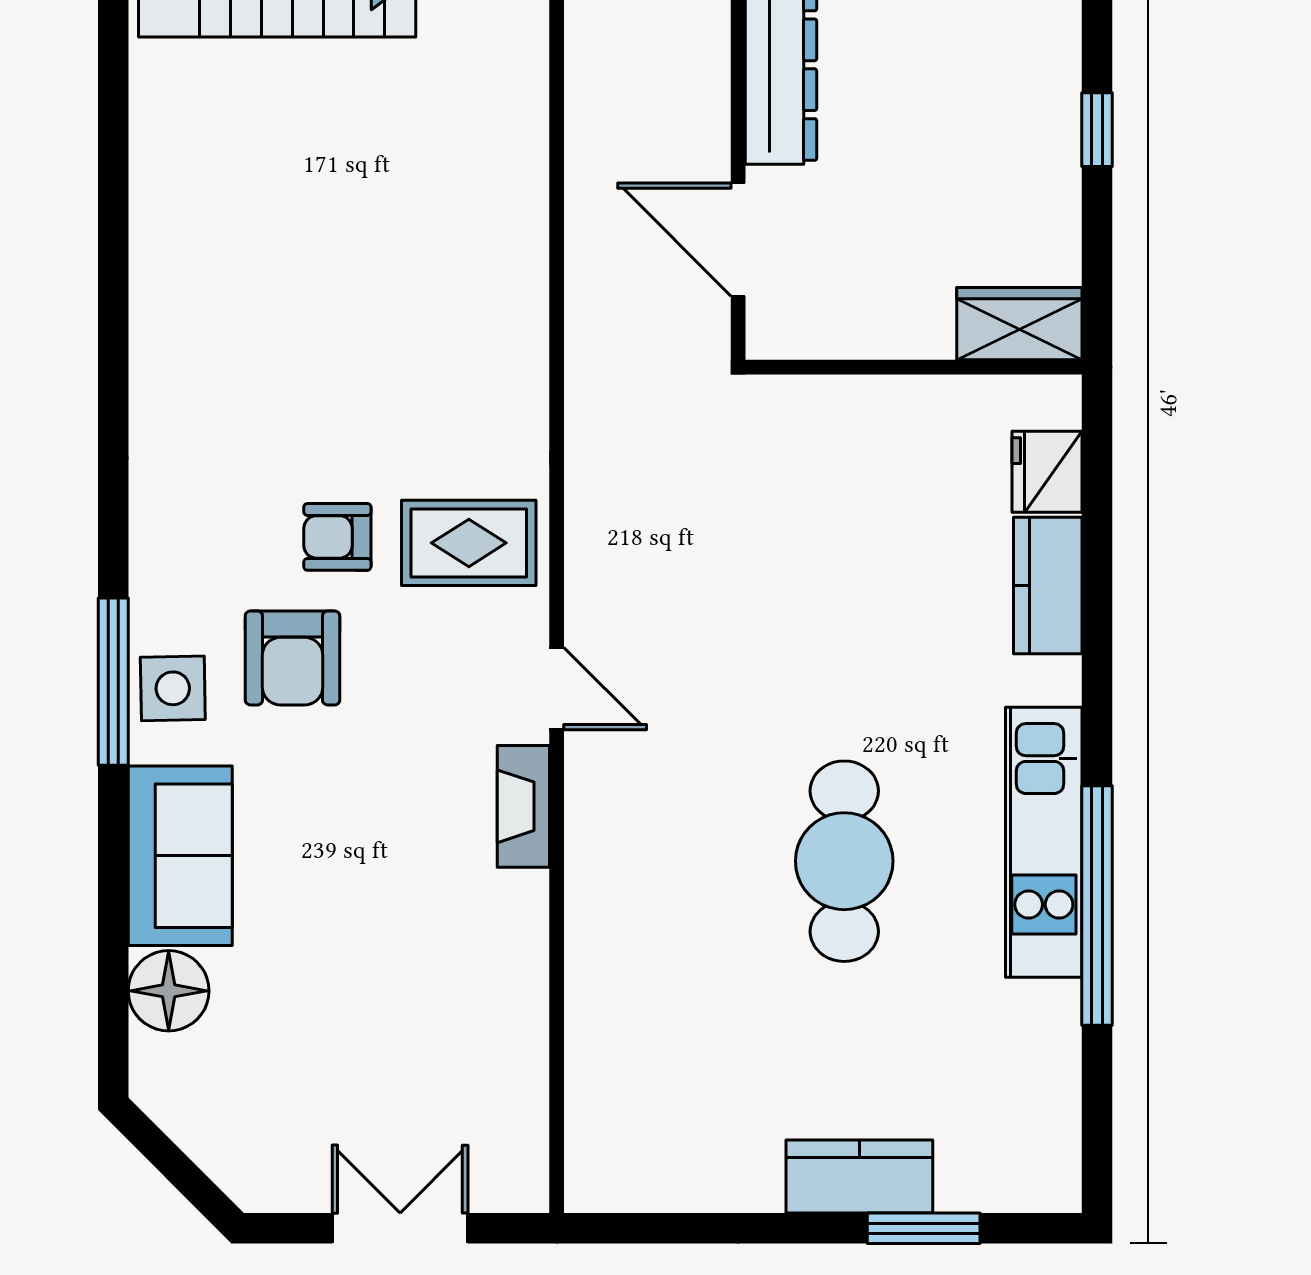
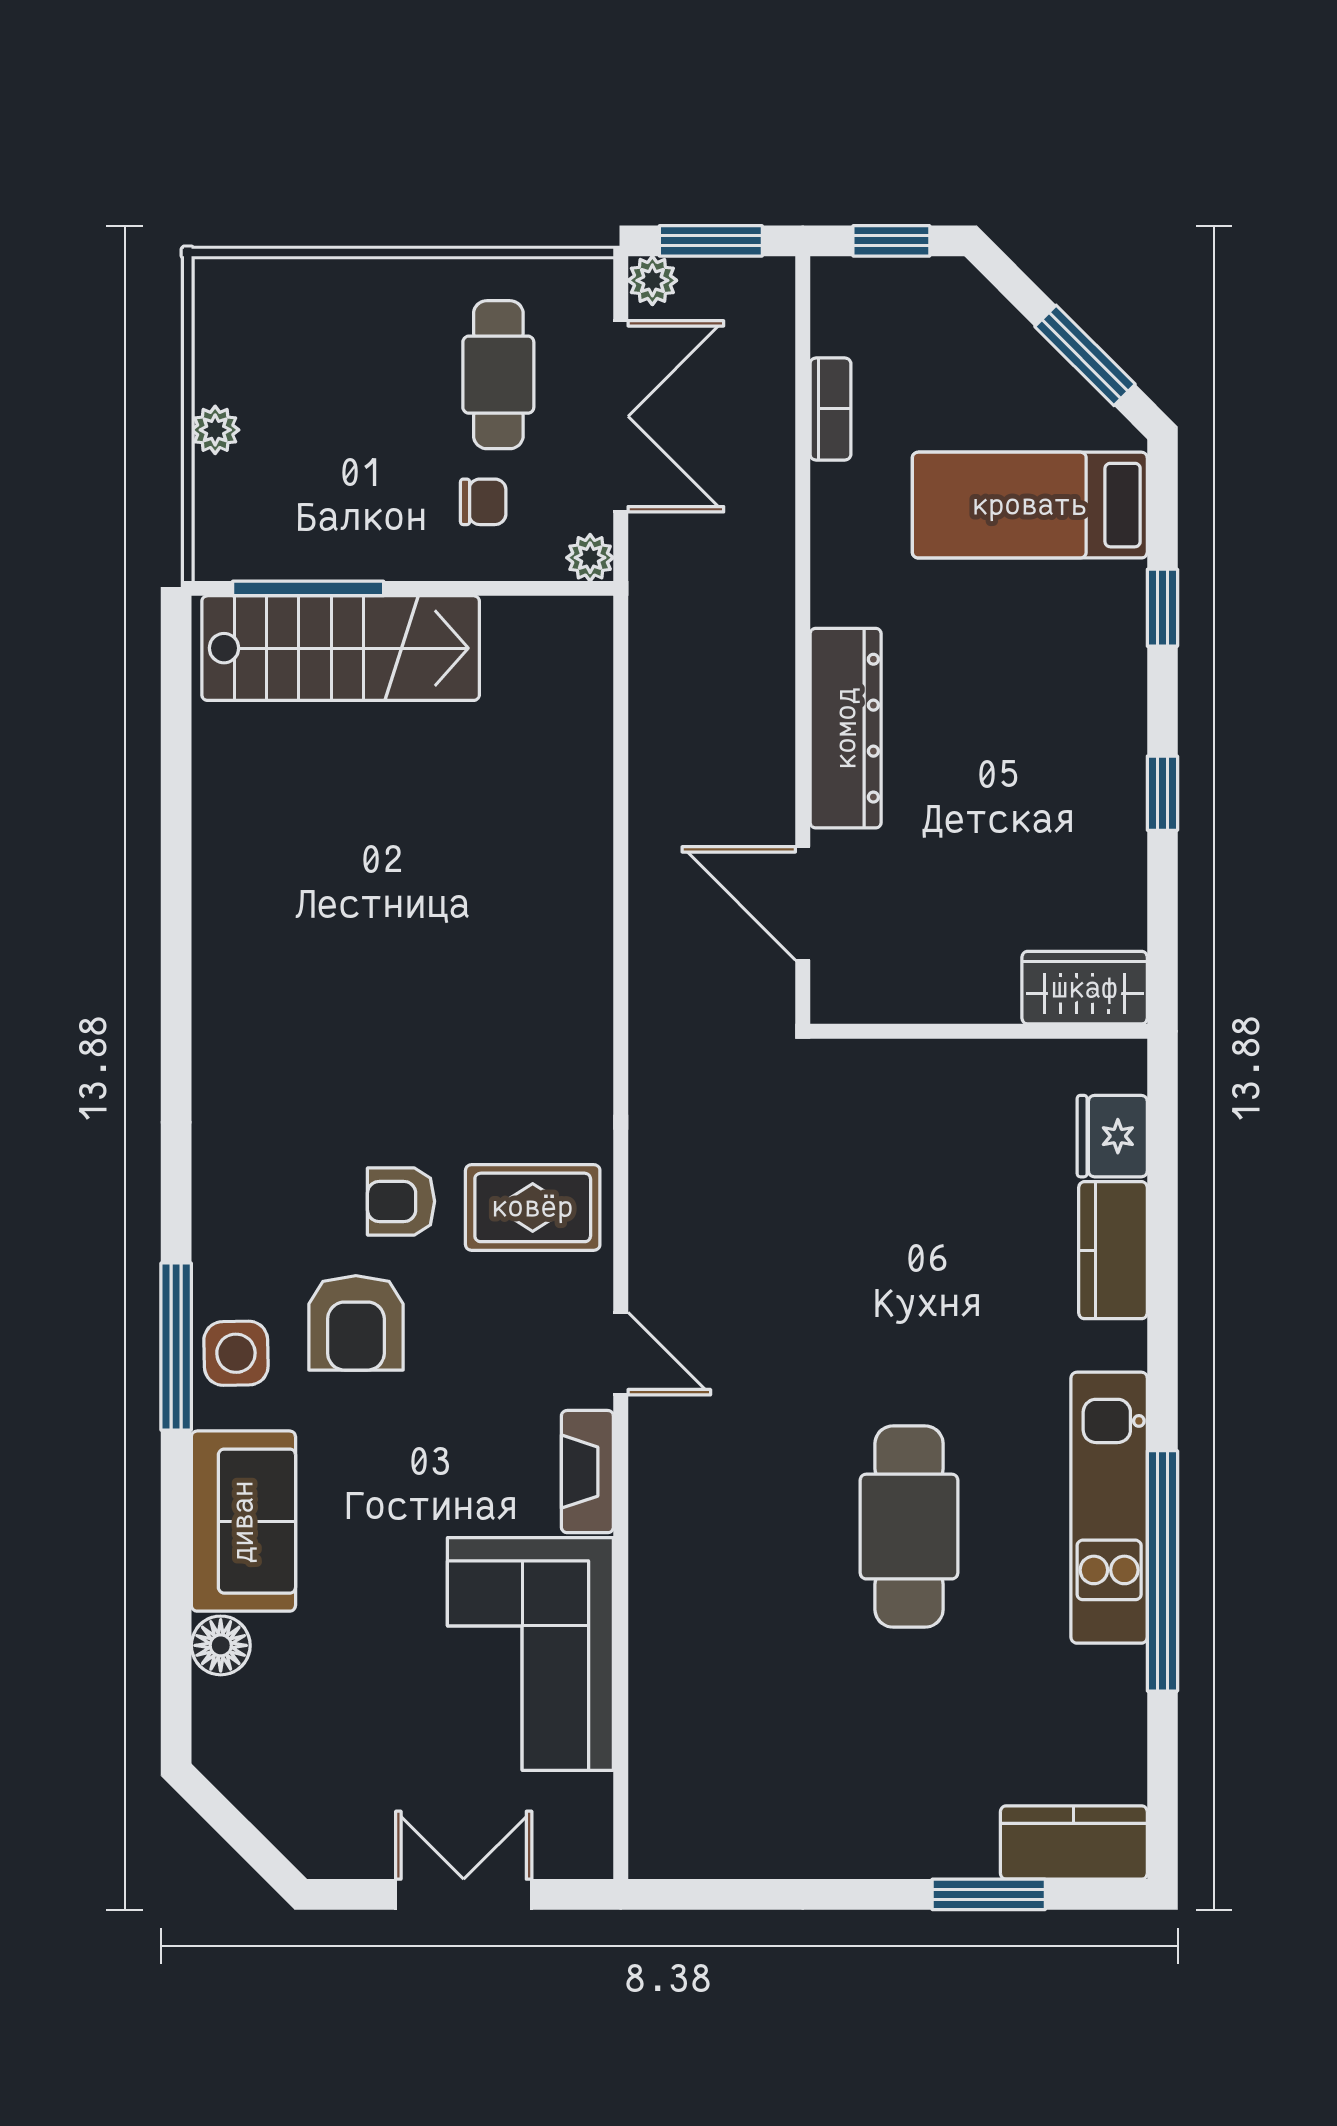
corner sofa: (467, 988) -> (530, 1654), added
floor lamp: (169, 991) -> (221, 1645), width x0.73, depth x0.73
kitchen counter: (859, 1176) -> (1074, 1843), moved

